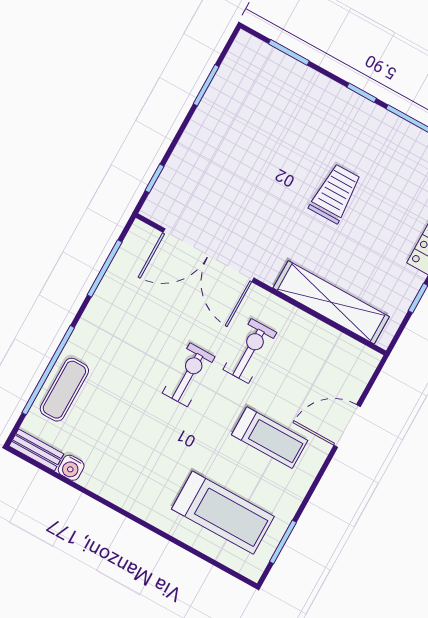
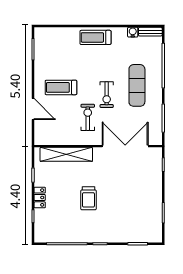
exercise bike: (250, 351) -> (88, 117), turned 180
exercise mat: (64, 390) -> (137, 85), moved, width x1.36, depth x1.45
door: (347, 426) -> (33, 109), hinge flipped
treadmill: (223, 513) -> (95, 37), moved, width x0.73, depth x0.73

